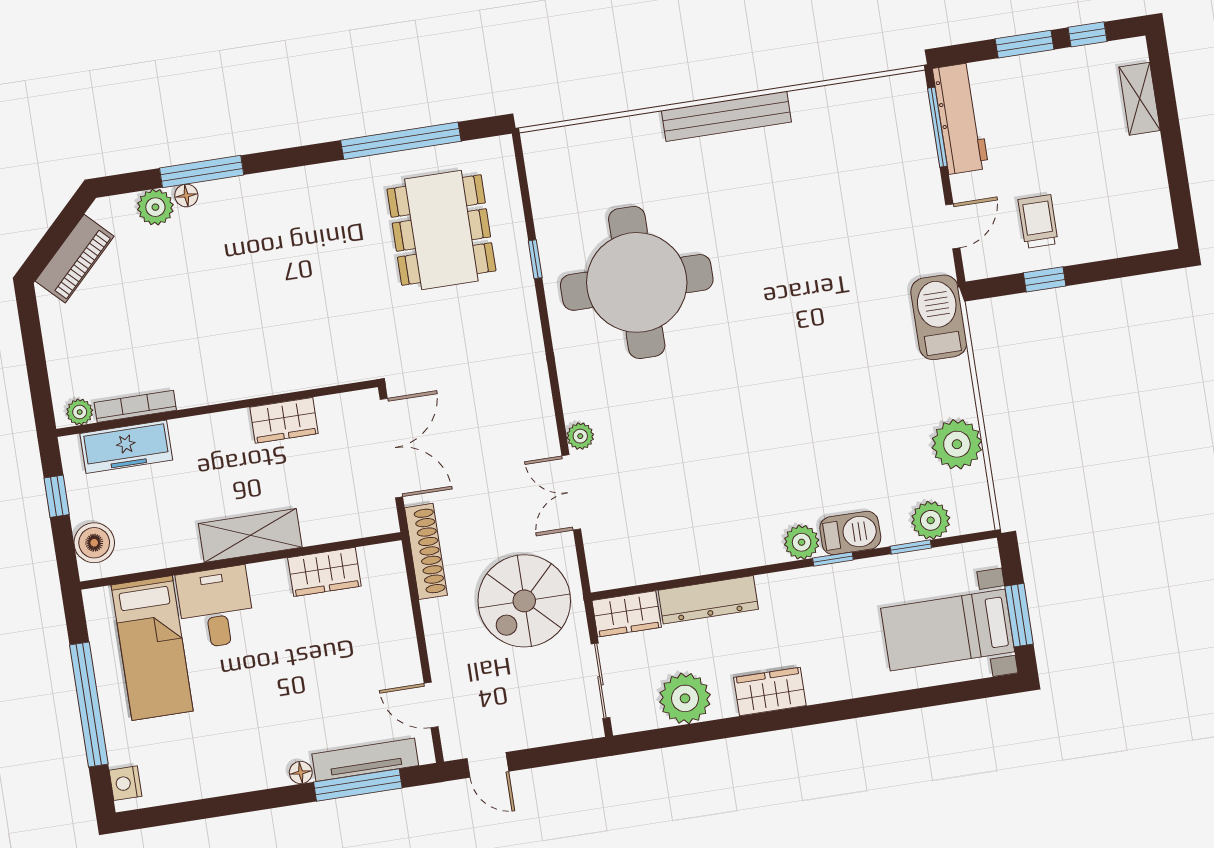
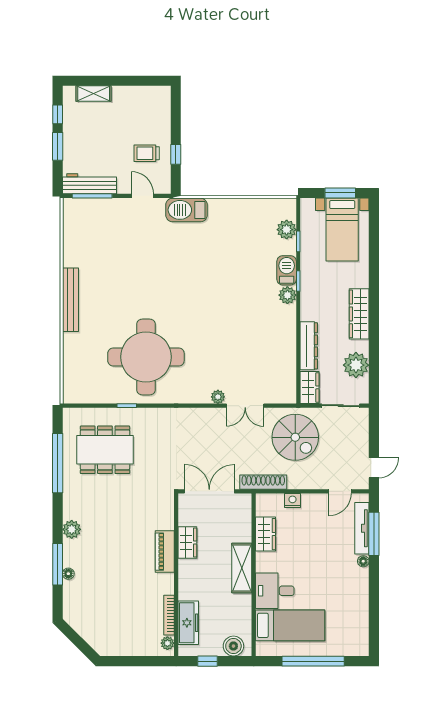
plant: (155, 207) -> (72, 529), moved
piano: (75, 259) -> (165, 552), moved, turned -135
plant: (957, 444) -> (251, 211), removed
wardrobe: (770, 692) -> (359, 314), width x1.50
nightstand: (125, 783) -> (293, 501), moved, turned 180

